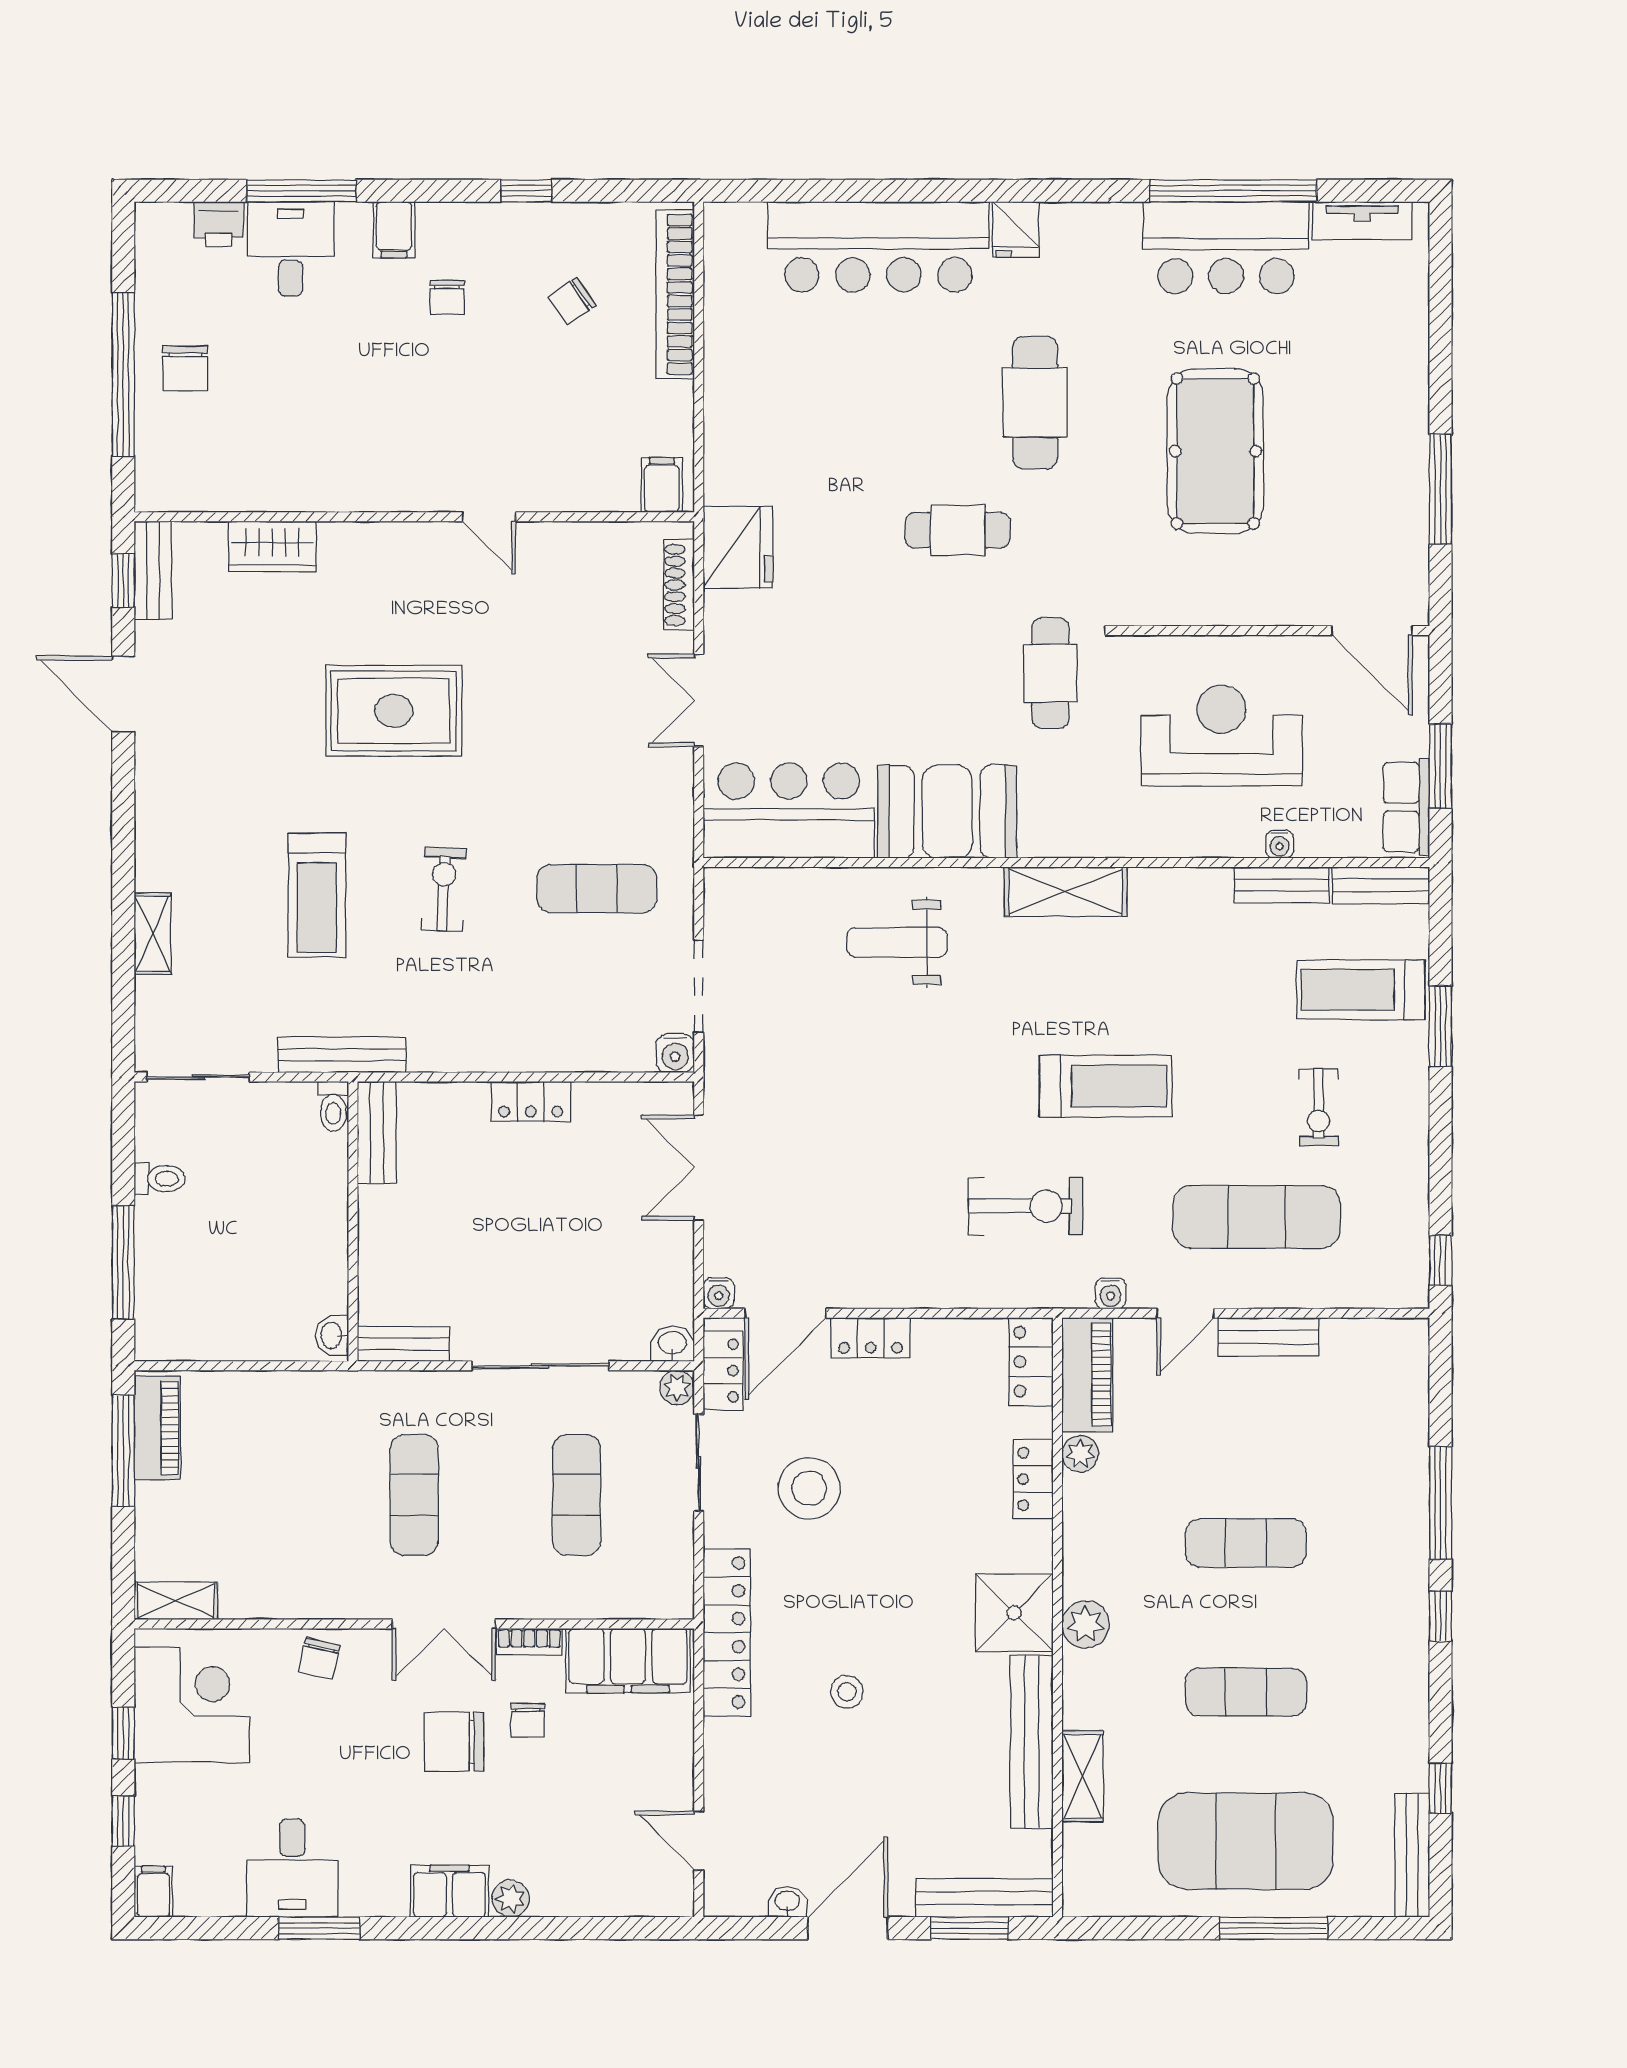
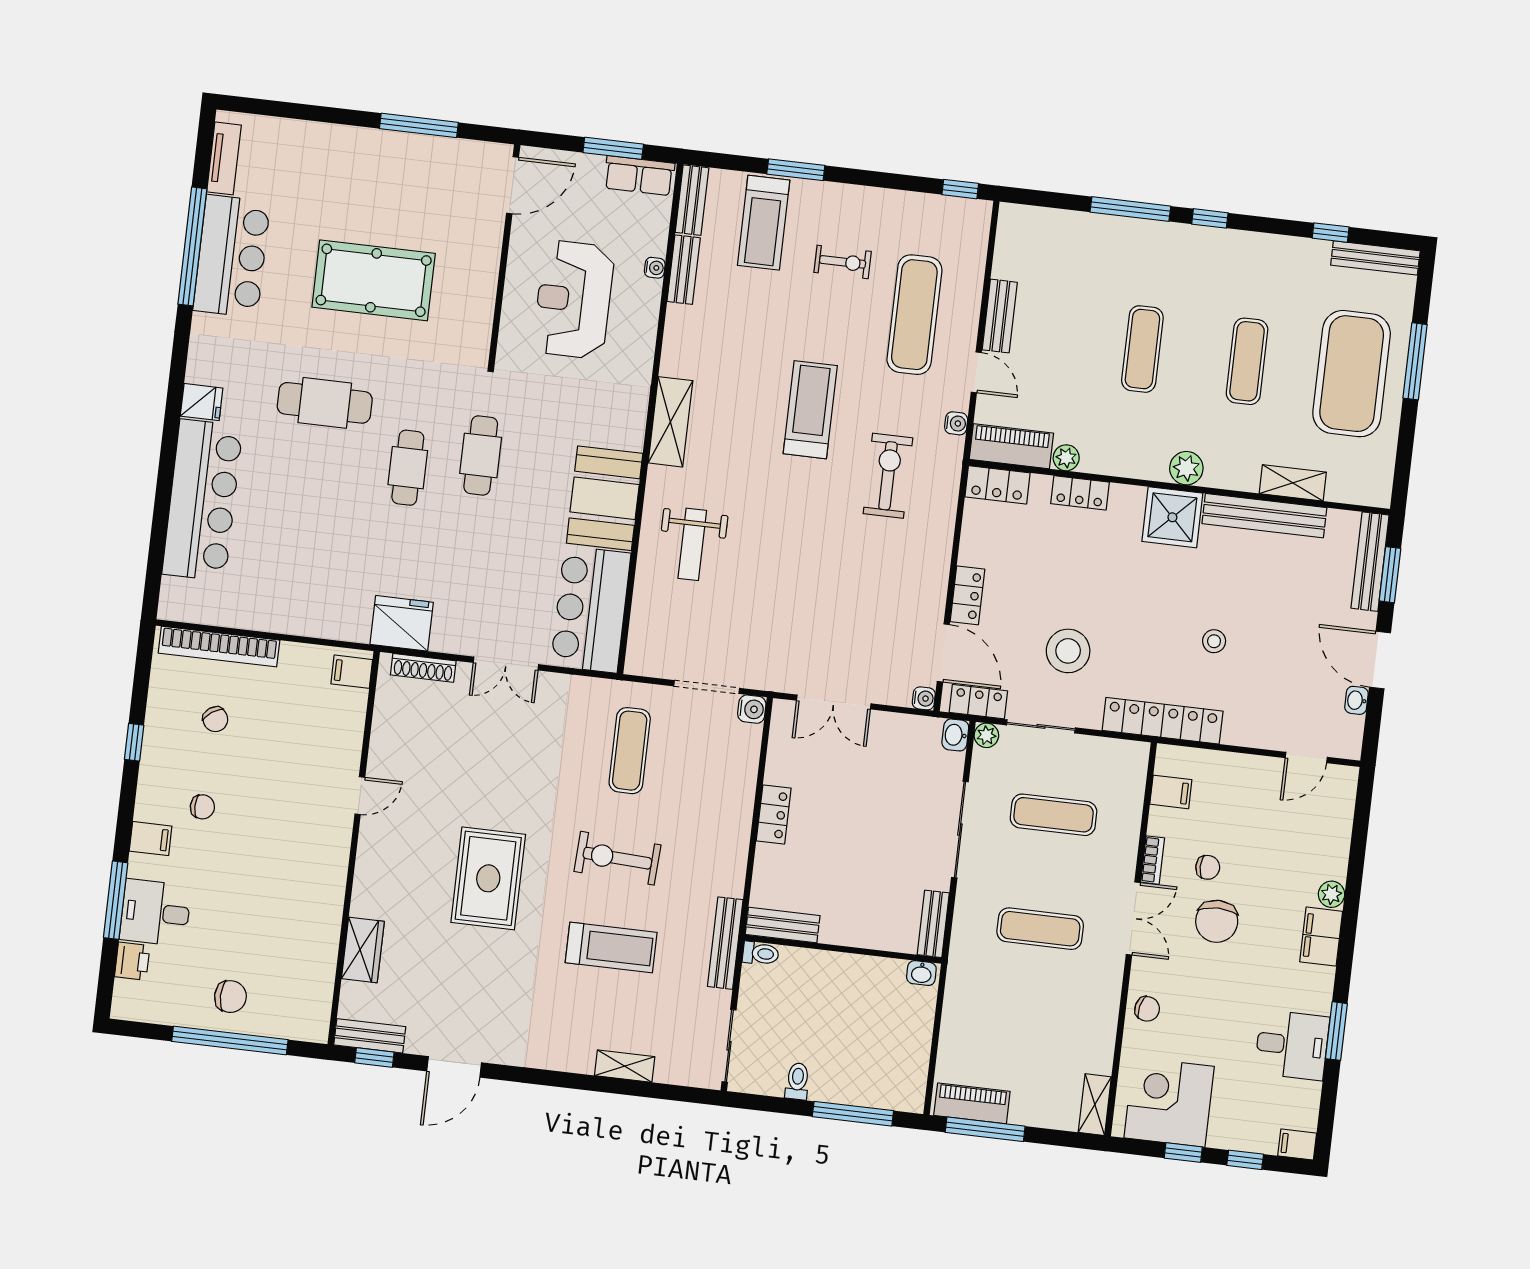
cafe table: (1050, 673) -> (481, 455), moved, turned 90
exercise bike: (443, 889) -> (617, 858), width x1.38, depth x1.39
filing cabinet: (628, 1661) -> (1171, 792), width x0.33, depth x0.86

